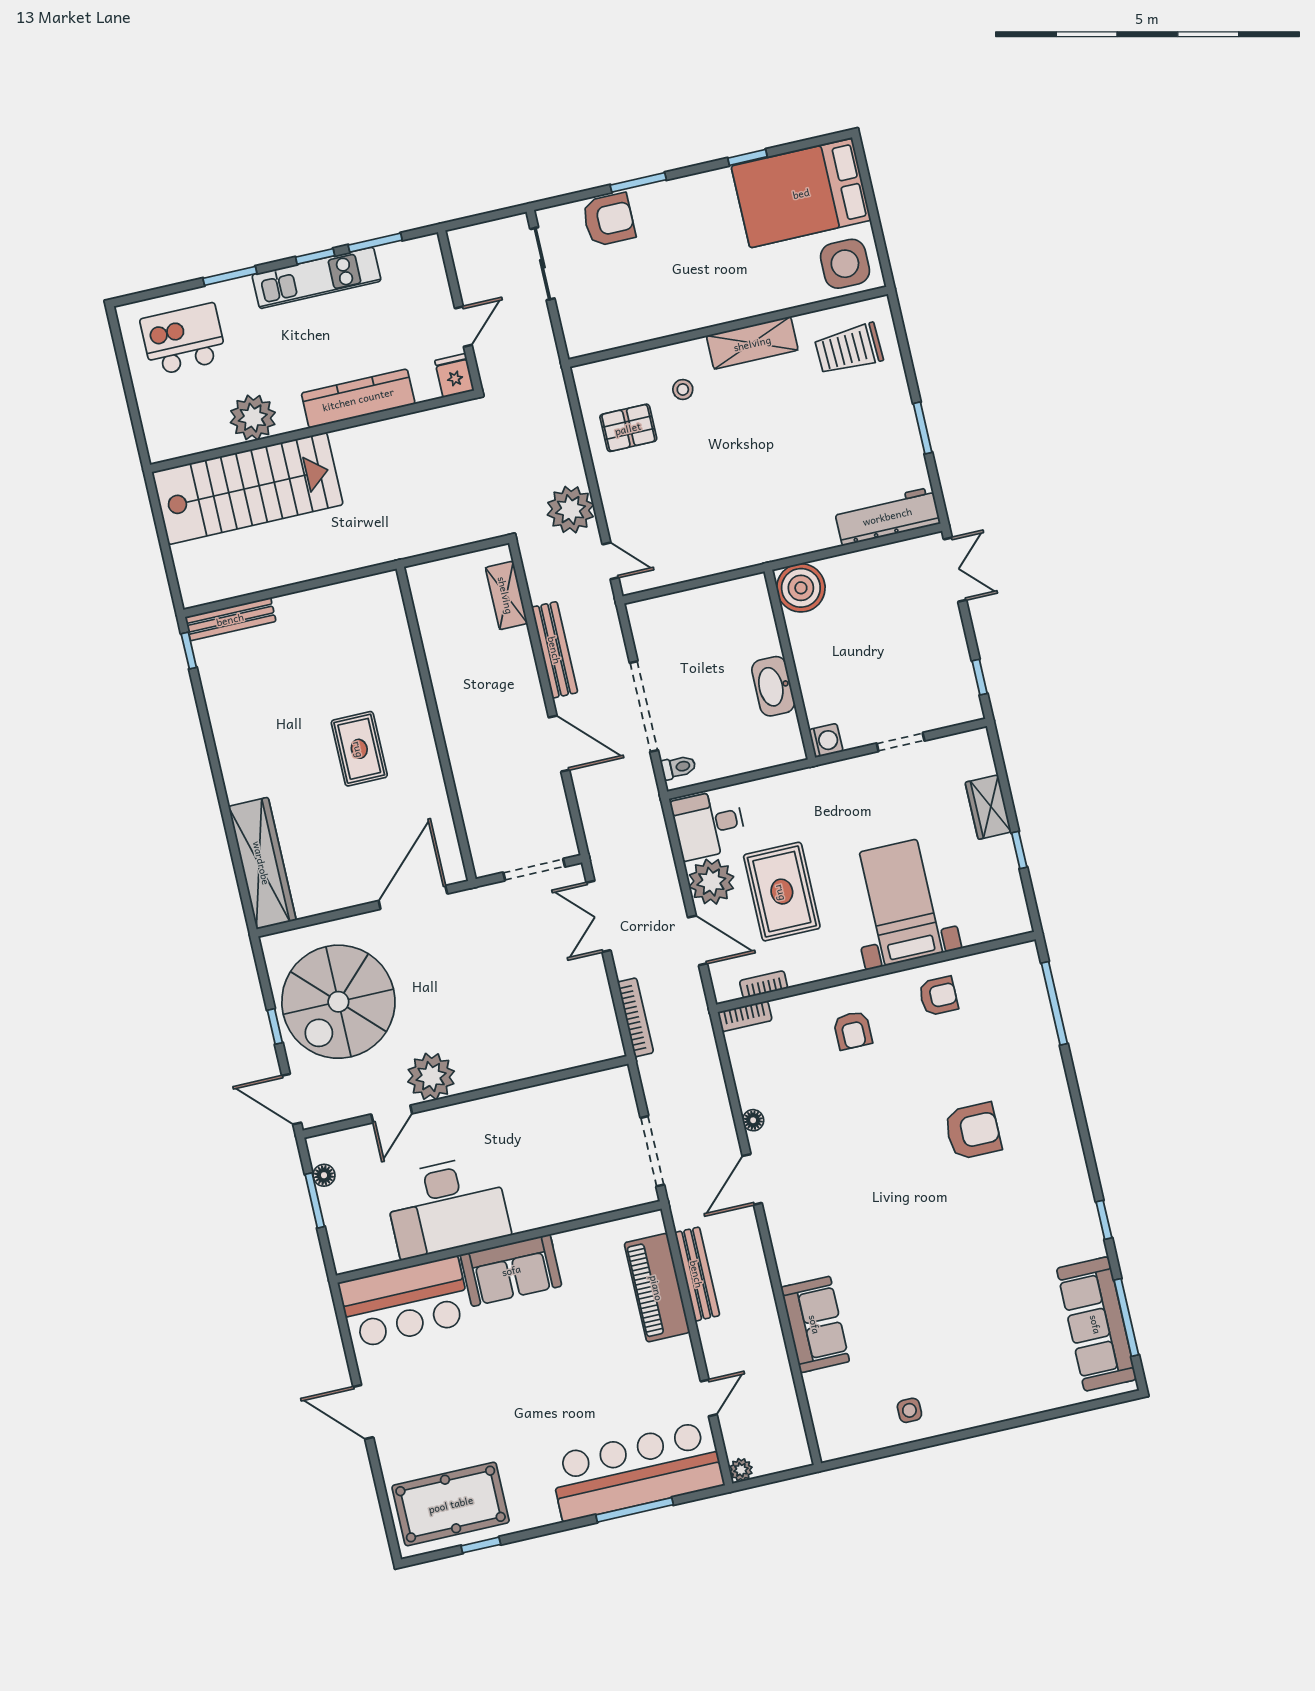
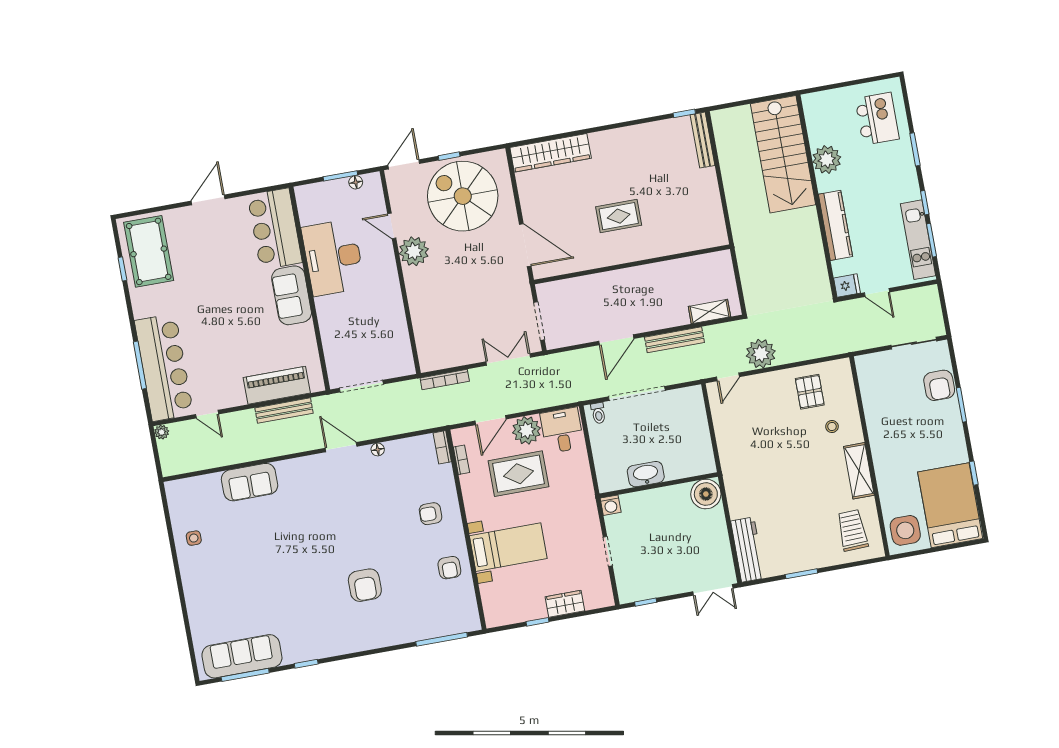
kitchen unit: (317, 278) -> (918, 240), moved

